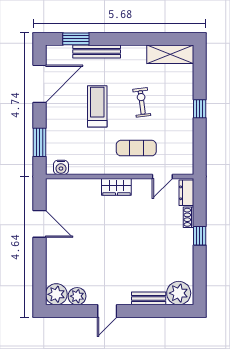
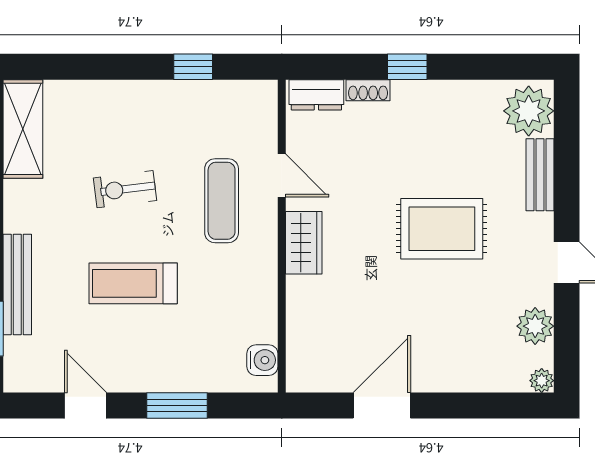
door: (40, 84) -> (86, 406), width x0.53
window: (200, 109) -> (193, 67), moved
window: (40, 142) -> (177, 406), moved
door: (162, 176) -> (282, 175), moved
rug: (123, 252) -> (442, 229), added
plant: (56, 294) -> (542, 381), width x0.53, depth x0.53

